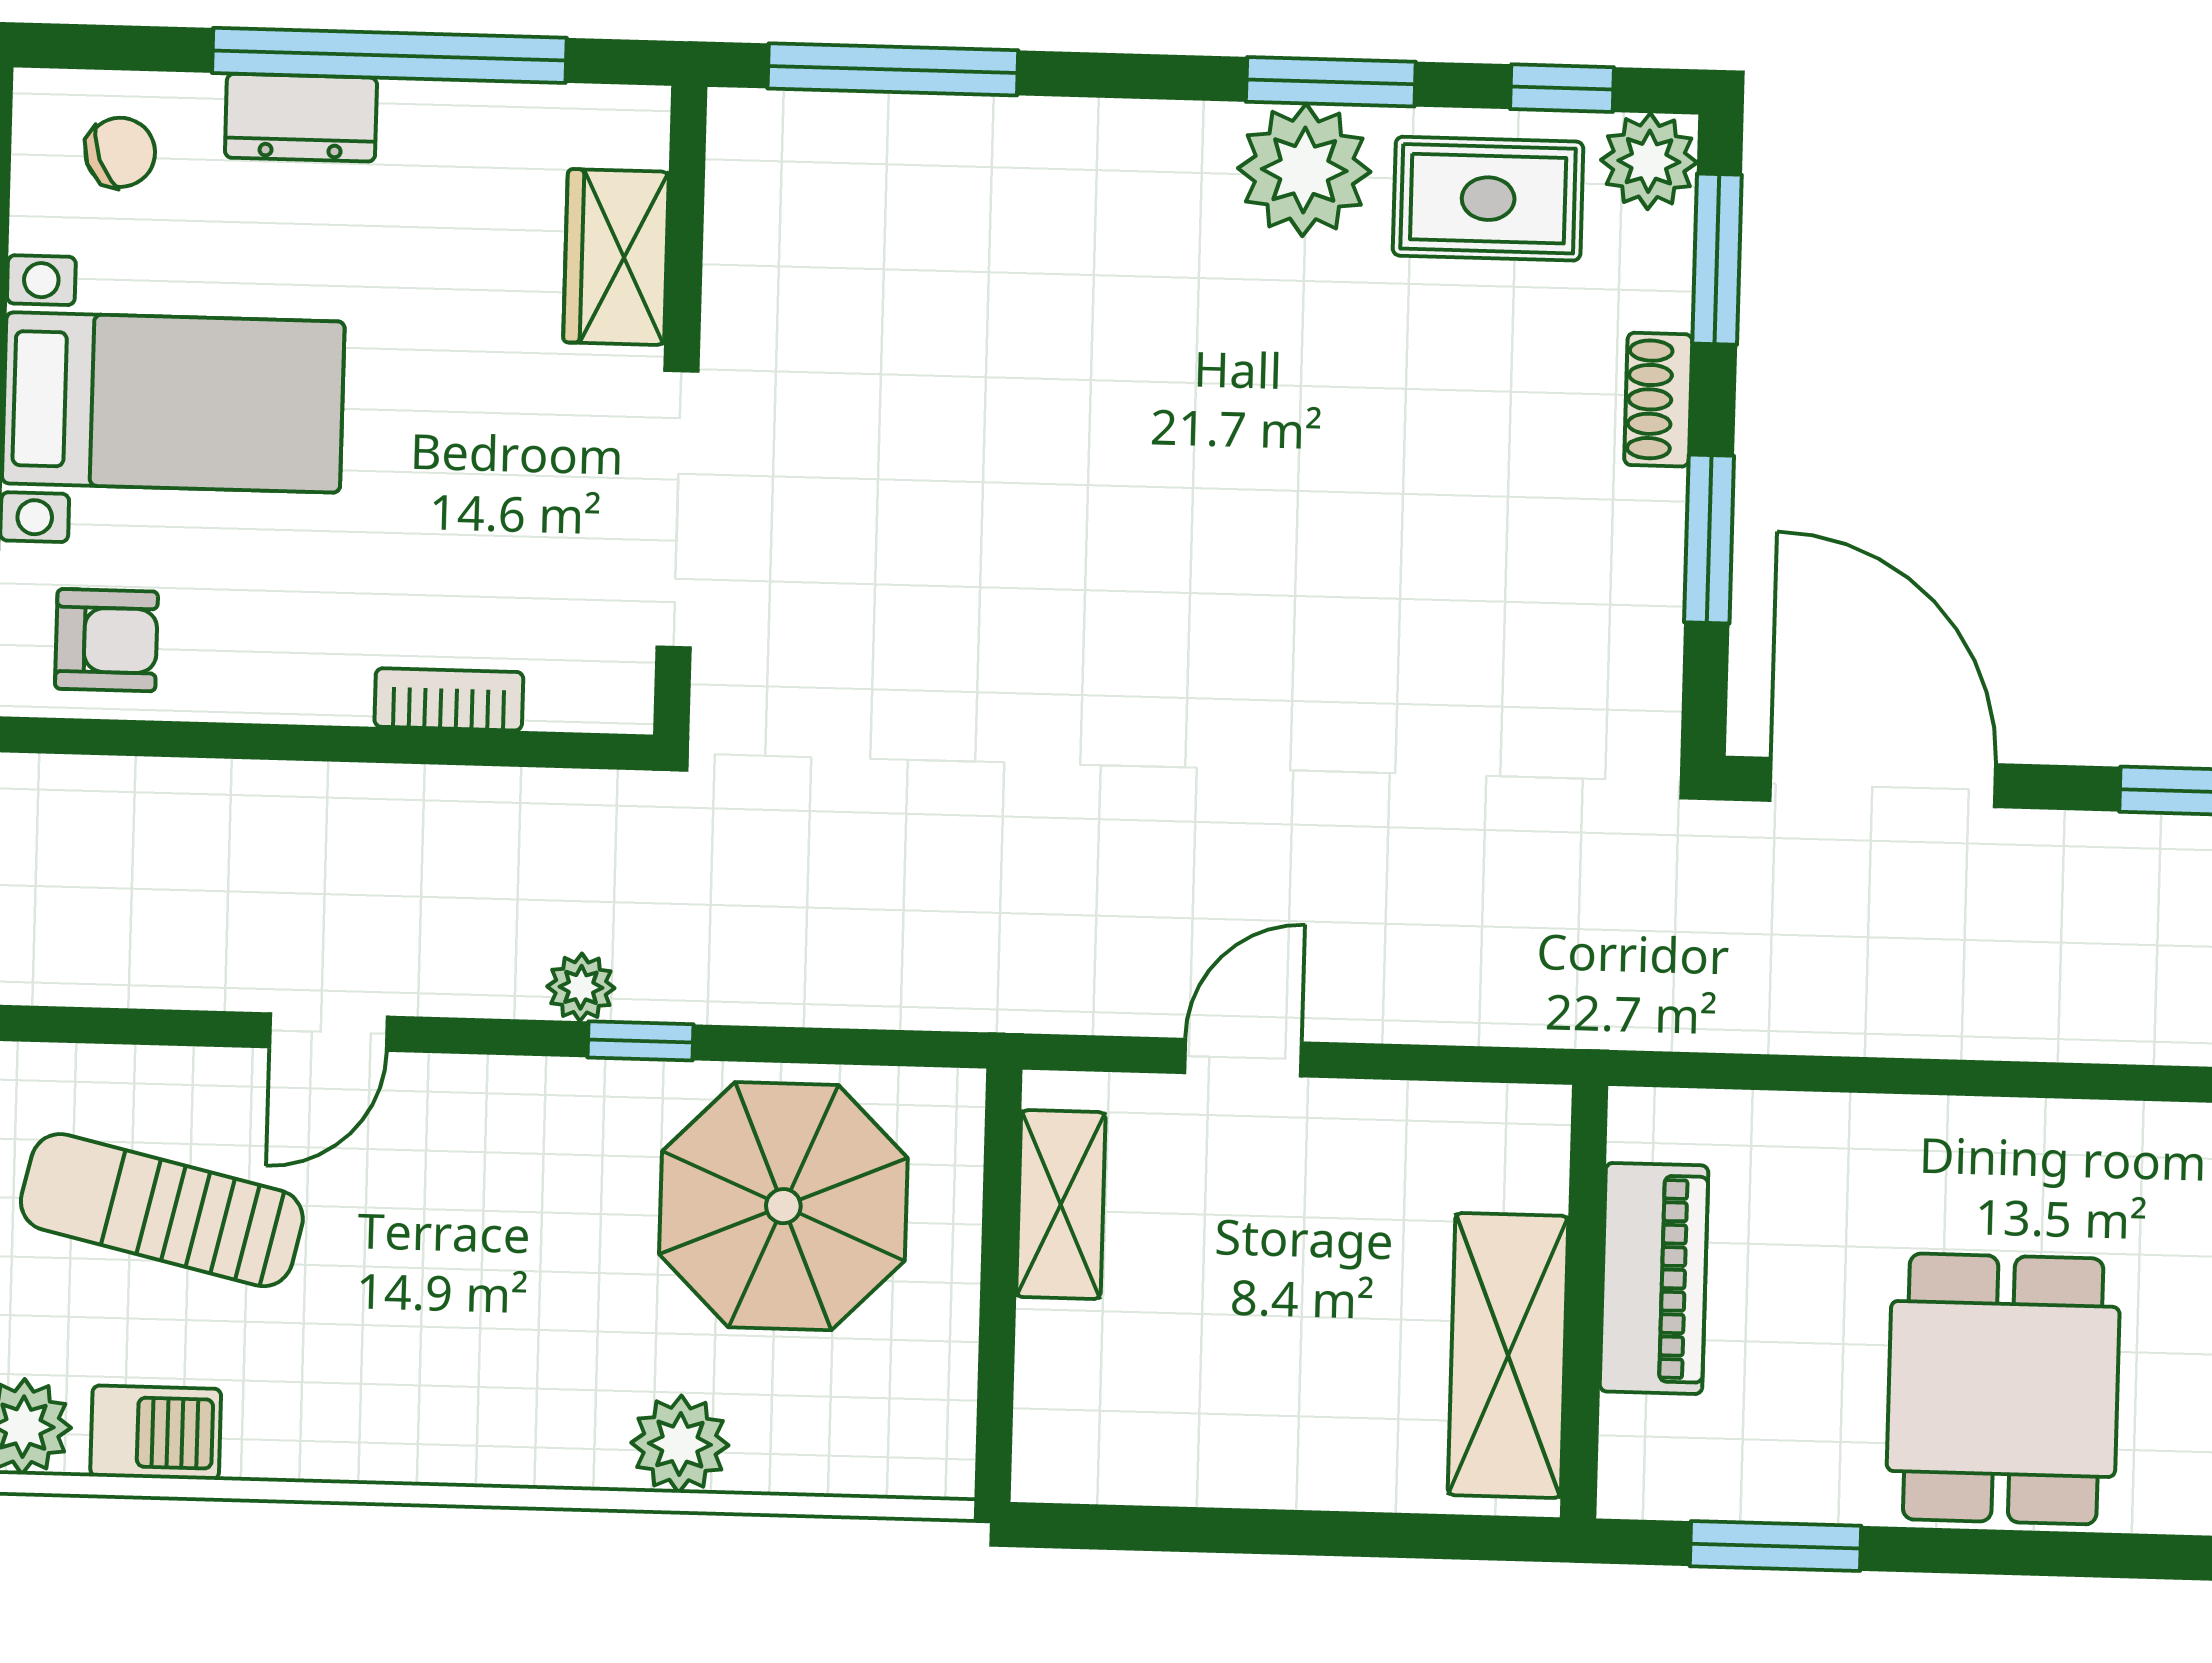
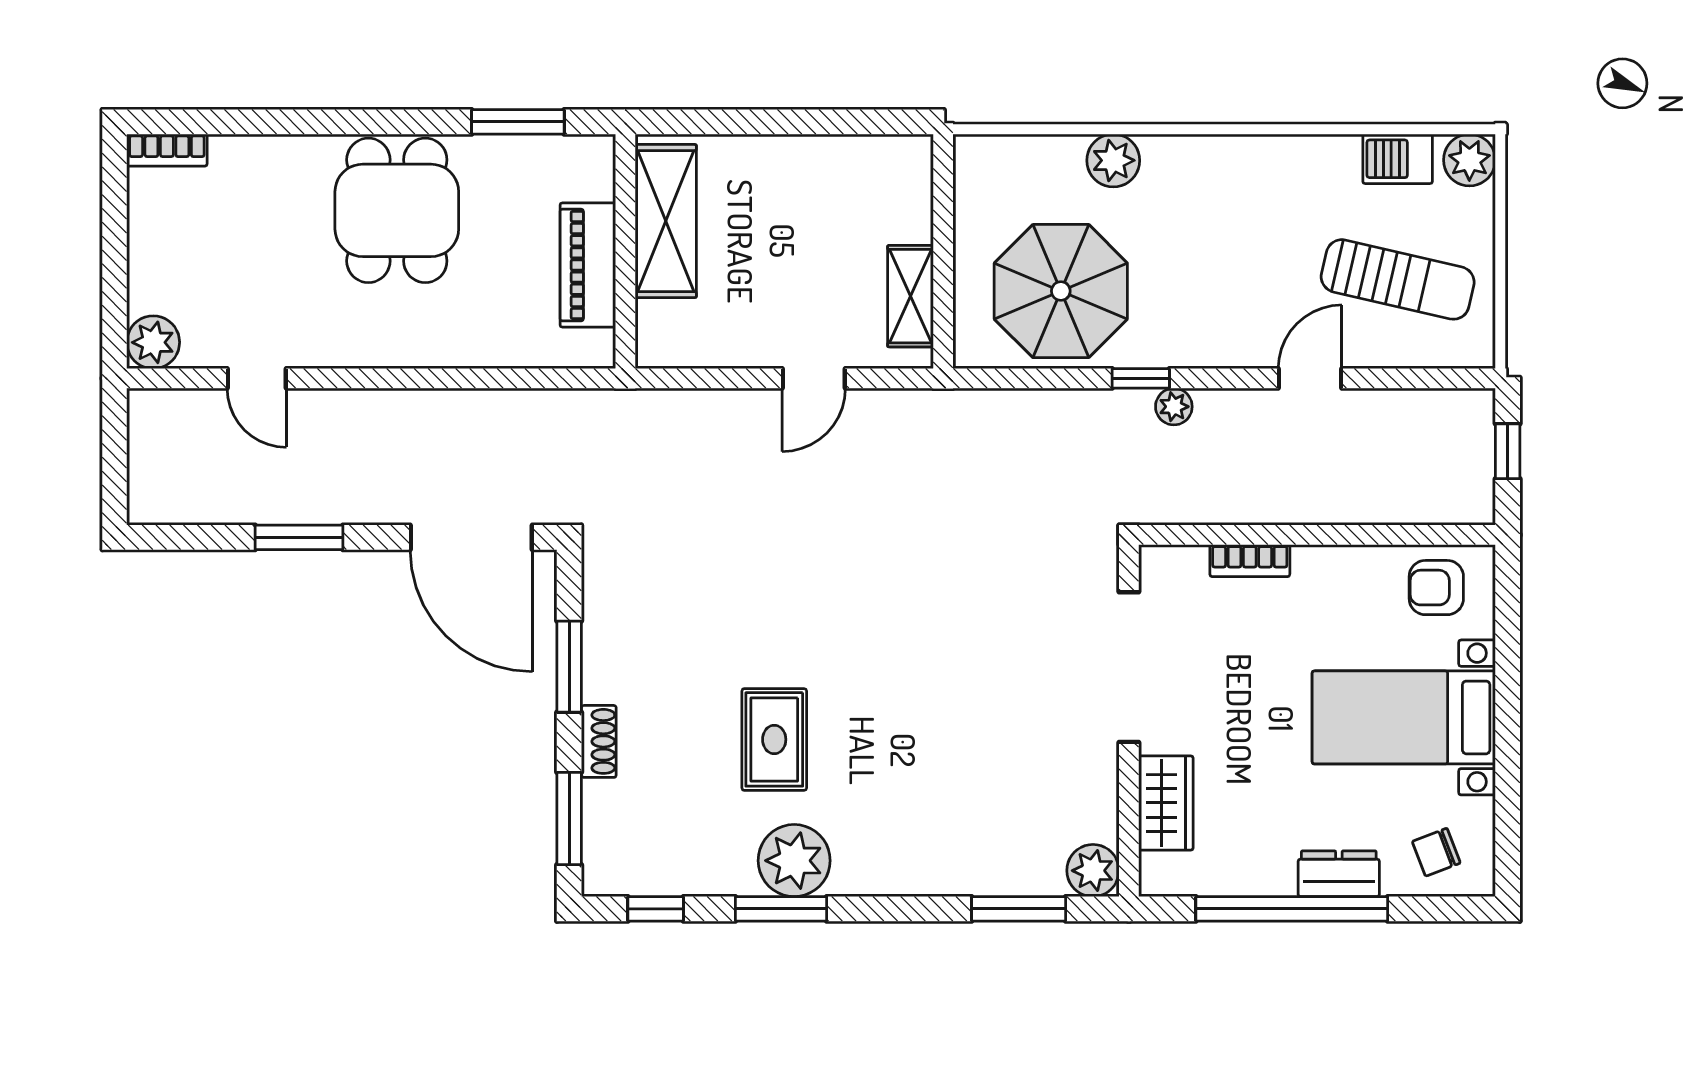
window: (893, 69) -> (1019, 909), width x0.69
plant: (1649, 161) -> (1093, 871), moved
rug: (1488, 199) -> (774, 739), moved, turned 90

